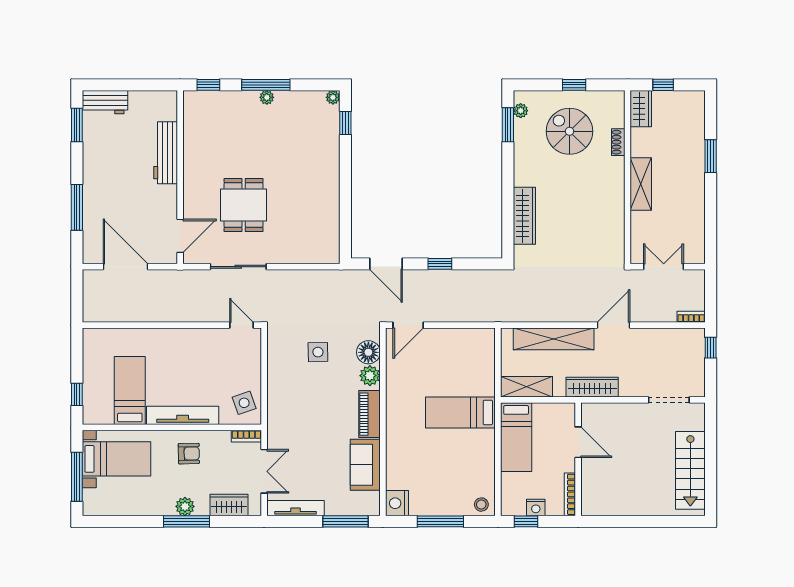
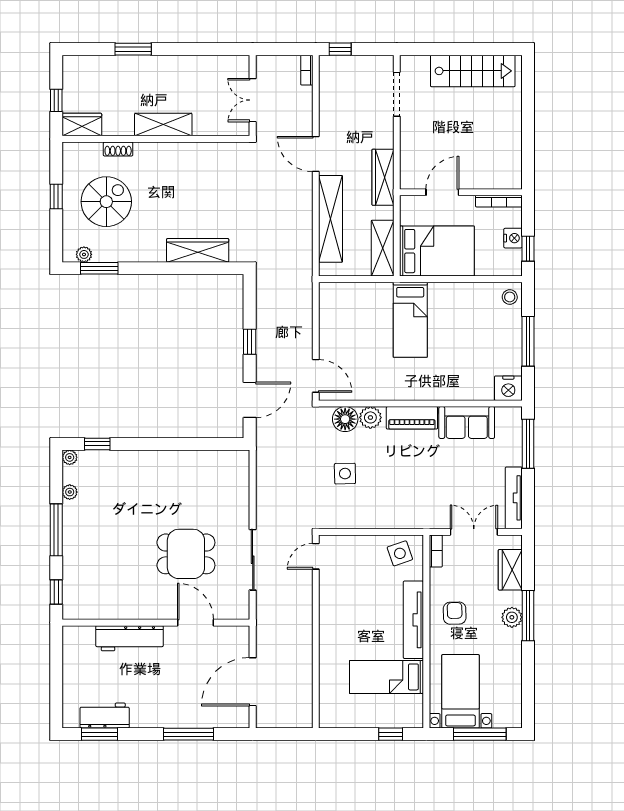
plant: (267, 97) -> (70, 492), moved
workbench: (105, 102) -> (105, 716), moved, turned -90
spiral stairs: (569, 131) -> (106, 202), turned 180
door: (180, 236) -> (196, 623), moved
bed: (516, 437) -> (437, 251), width x1.50

